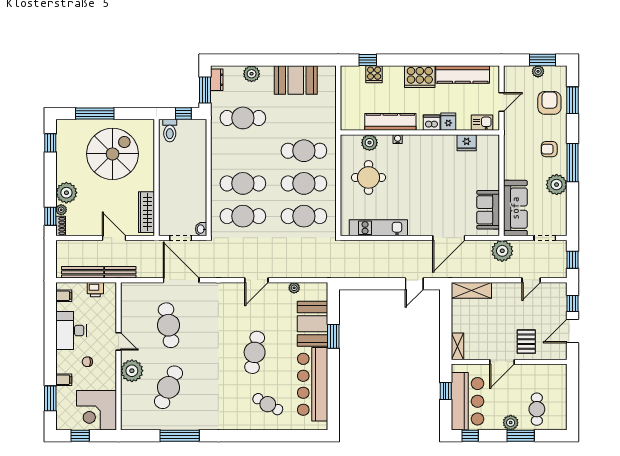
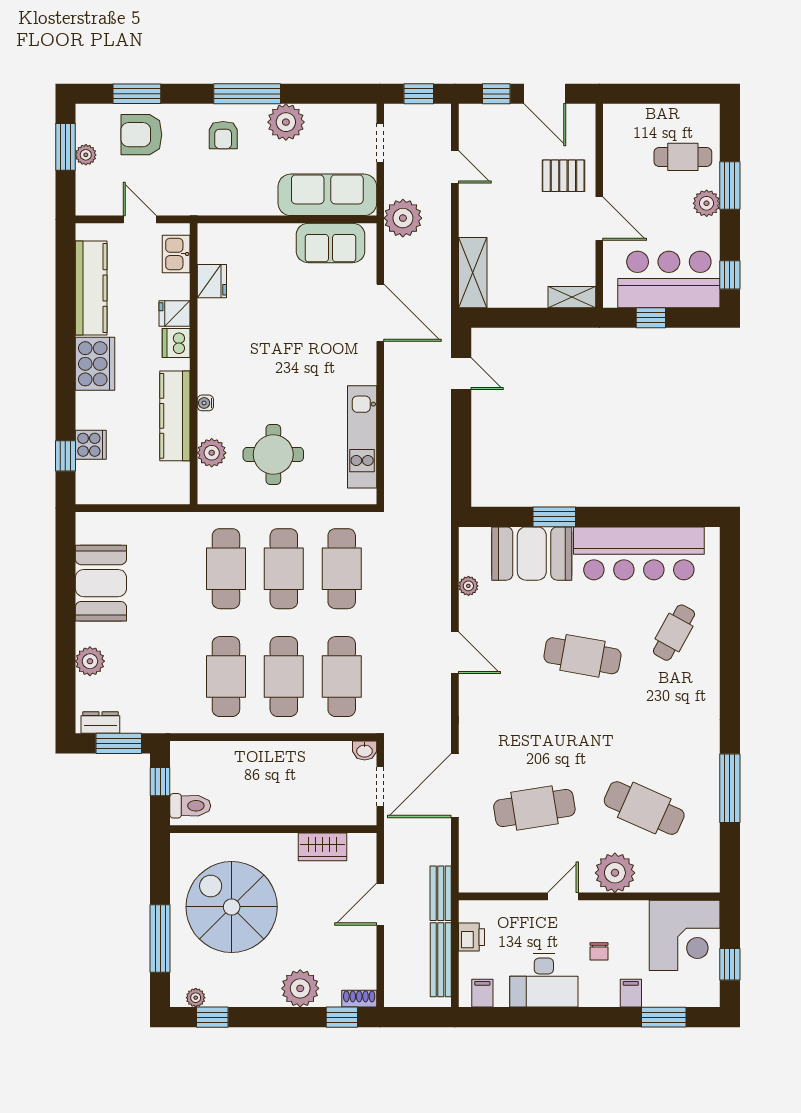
cafe table: (243, 118) -> (226, 677), moved
plant: (61, 210) -> (196, 998), moved
wardrobe: (147, 212) -> (322, 847), width x0.67

